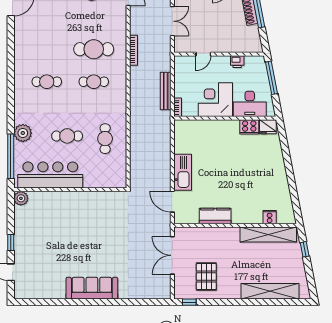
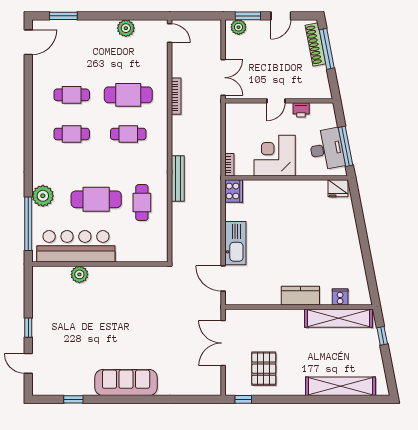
double door: (172, 21) -> (223, 78), moved
cafe table: (47, 49) -> (72, 95), added
door: (203, 54) -> (276, 101), moved
window: (271, 78) -> (346, 146), moved
bench: (166, 91) -> (178, 178), moved
desk: (250, 104) -> (327, 149), moved, turned -101
cooker: (249, 127) -> (234, 191), moved, turned -90
cafe table: (67, 136) -> (96, 199), width x1.37, depth x1.35
plant: (21, 198) -> (79, 274), moved
kitchen counter: (215, 216) -> (300, 296), moved
window: (48, 302) -> (73, 399), added

